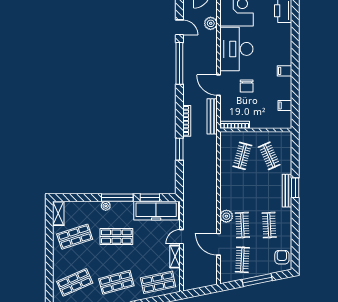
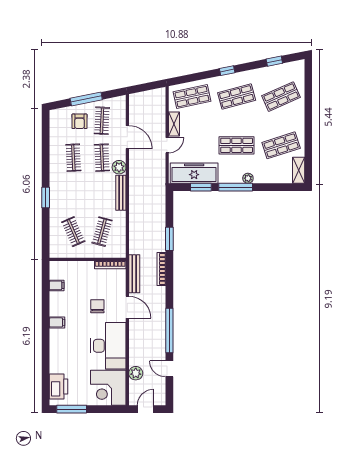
bench: (287, 191) -> (121, 193), moved
armchair: (282, 257) -> (79, 121), moved

